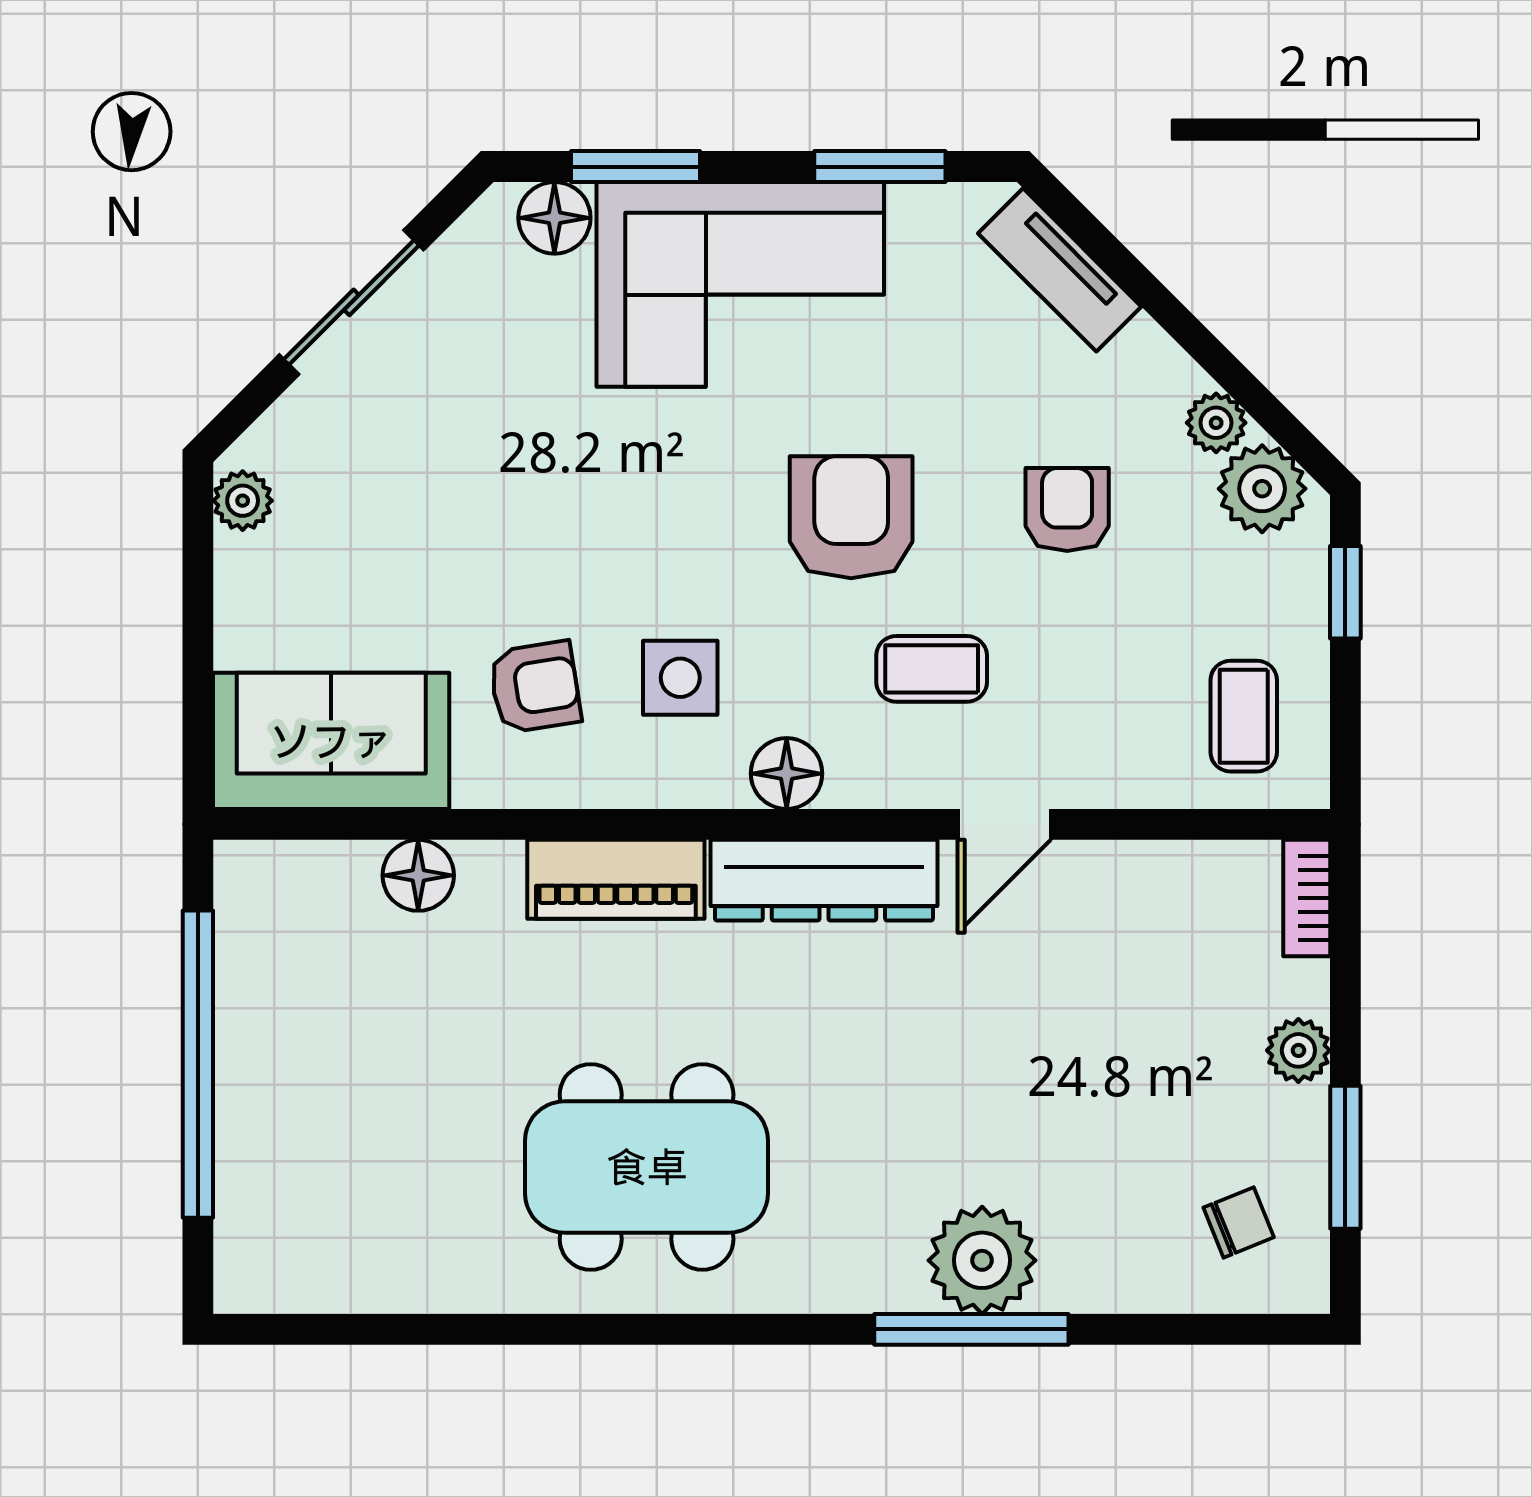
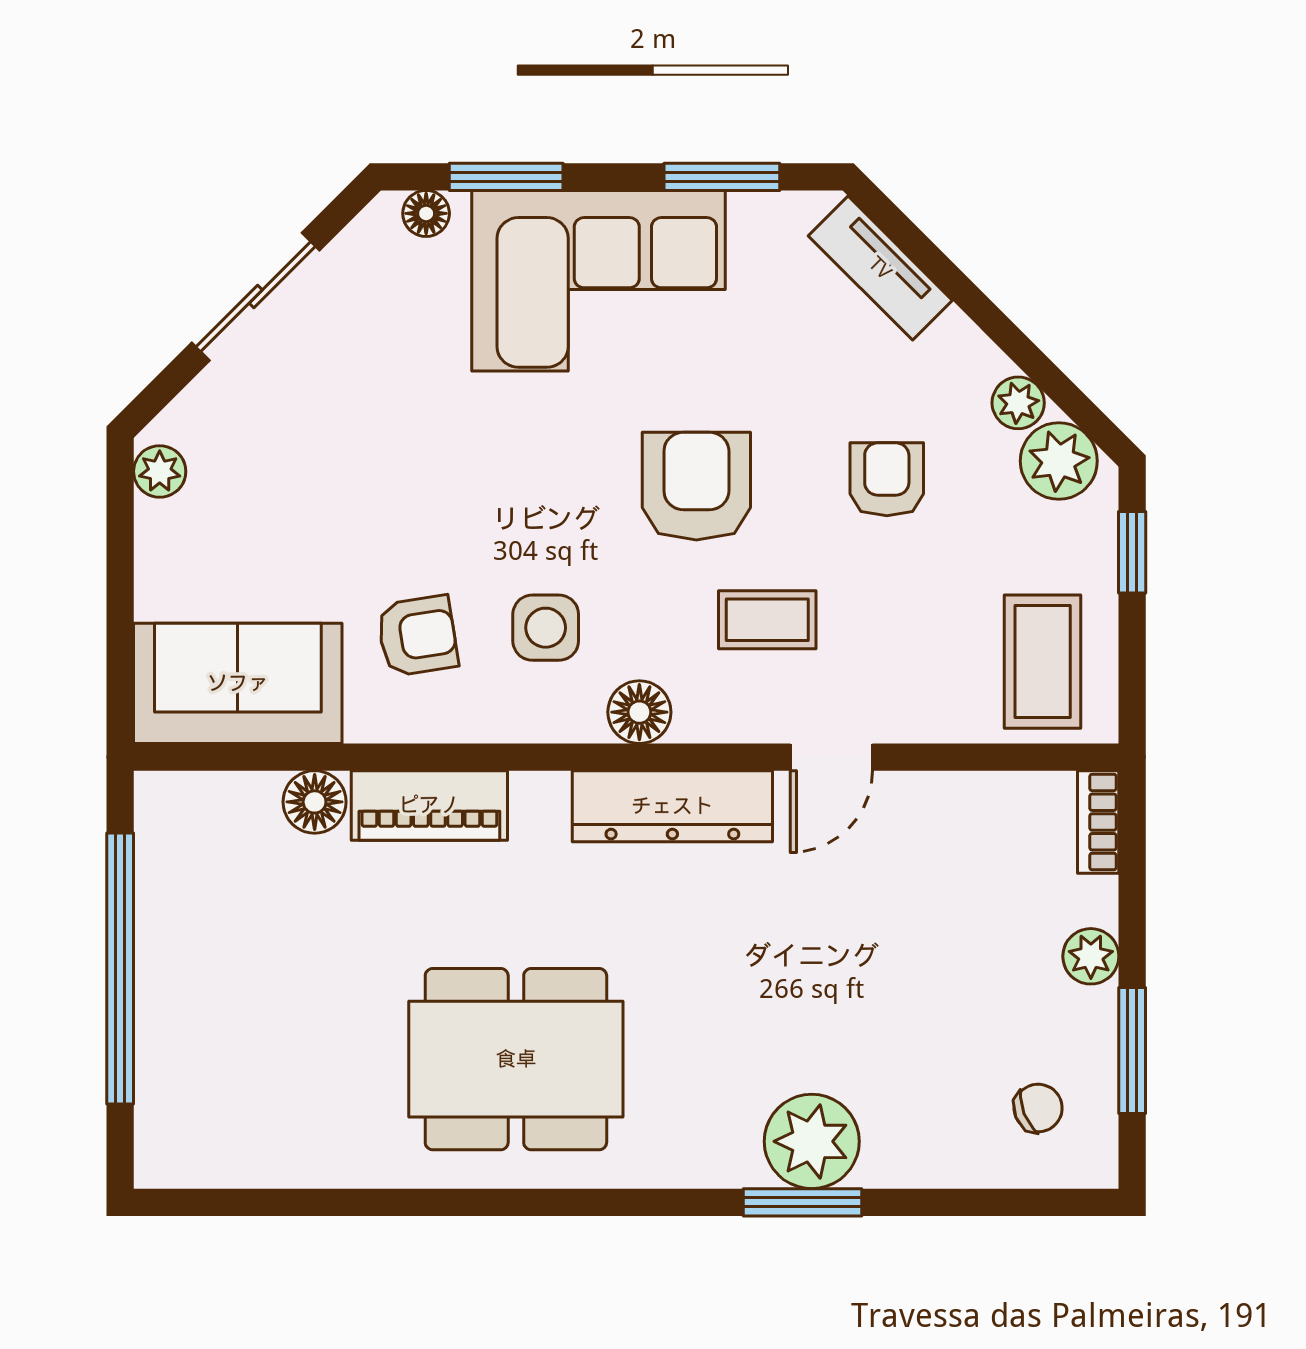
floor lamp: (554, 218) -> (426, 213), width x0.73, depth x0.73
coffee table: (1244, 716) -> (1043, 662), width x1.36, depth x1.30
piano: (616, 879) -> (429, 805), moved
window: (971, 1329) -> (802, 1202), width x0.69

